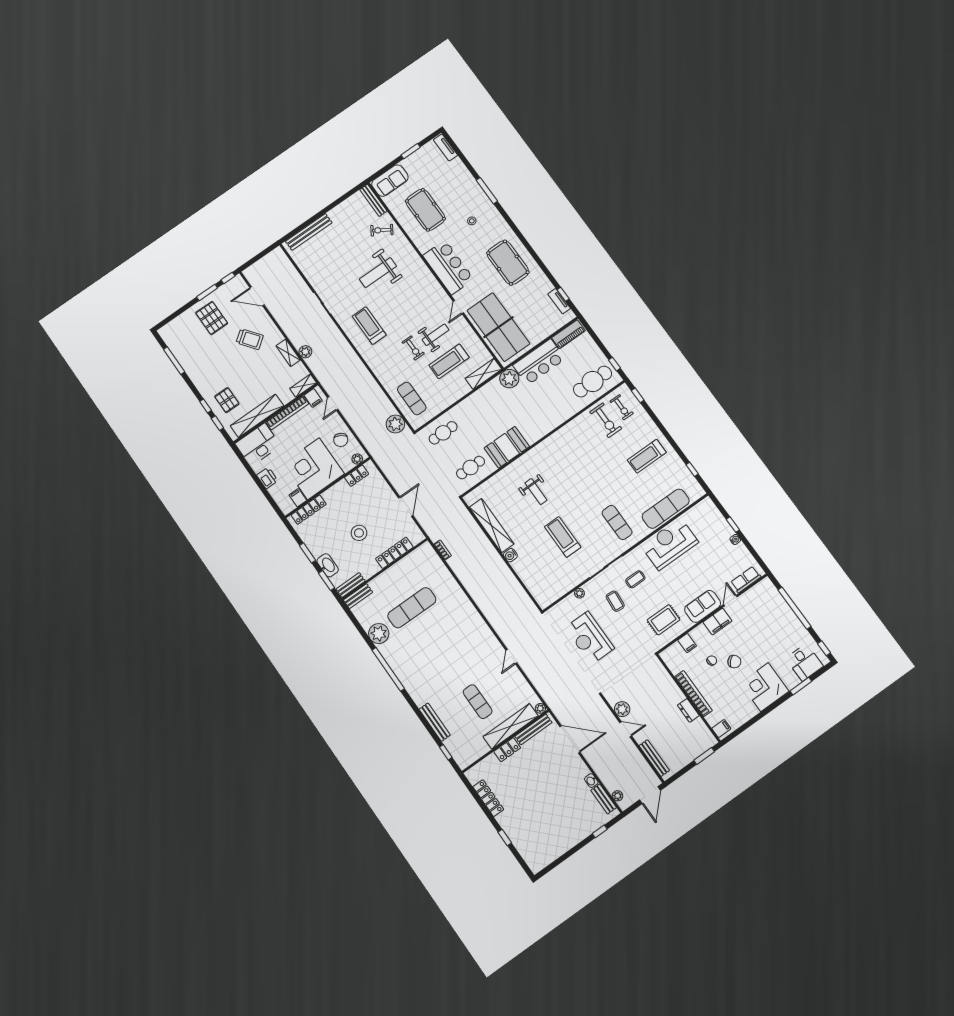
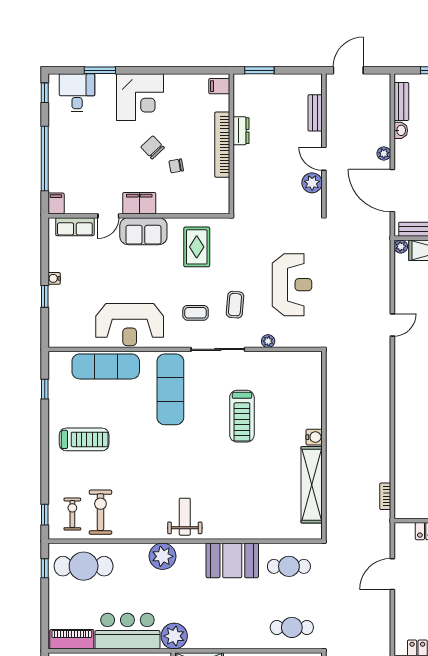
plant: (550, 420) -> (162, 556), added
weight bench: (536, 492) -> (185, 517), moved
exercise mat: (617, 523) -> (170, 389), width x1.36, depth x1.45
rug: (664, 620) -> (197, 247), turned 90
filing cabinet: (687, 643) -> (56, 204), moved
bench: (654, 758) -> (315, 113), width x0.73
plant: (618, 796) -> (384, 153), moved

